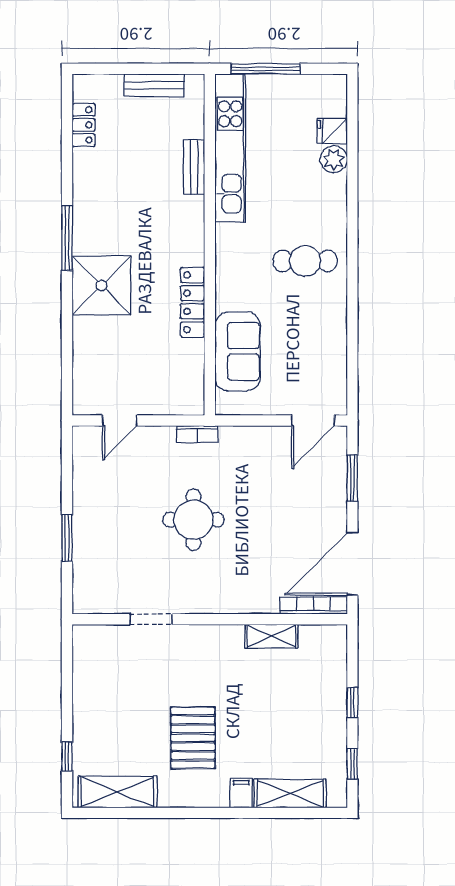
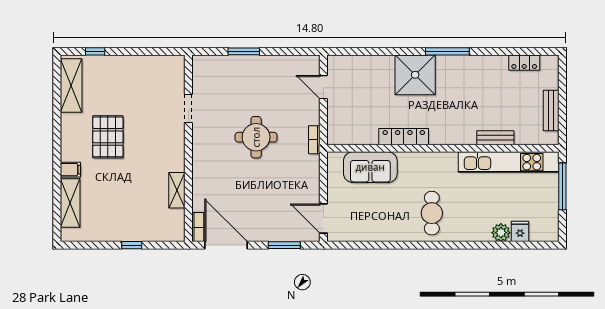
bookcase: (314, 605) -> (198, 227), width x0.64
pallet: (193, 738) -> (108, 137), turned 90
window: (352, 764) -> (90, 245), removed

